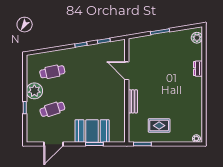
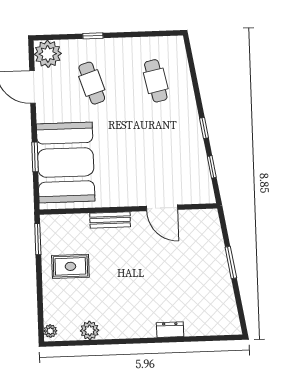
plant: (197, 38) -> (90, 330), moved
door: (127, 71) -> (162, 208), swing flipped
plant: (34, 91) -> (48, 54), moved
rug: (159, 126) -> (70, 266), turned 90
booth: (92, 131) -> (66, 162), width x1.36, depth x1.42

